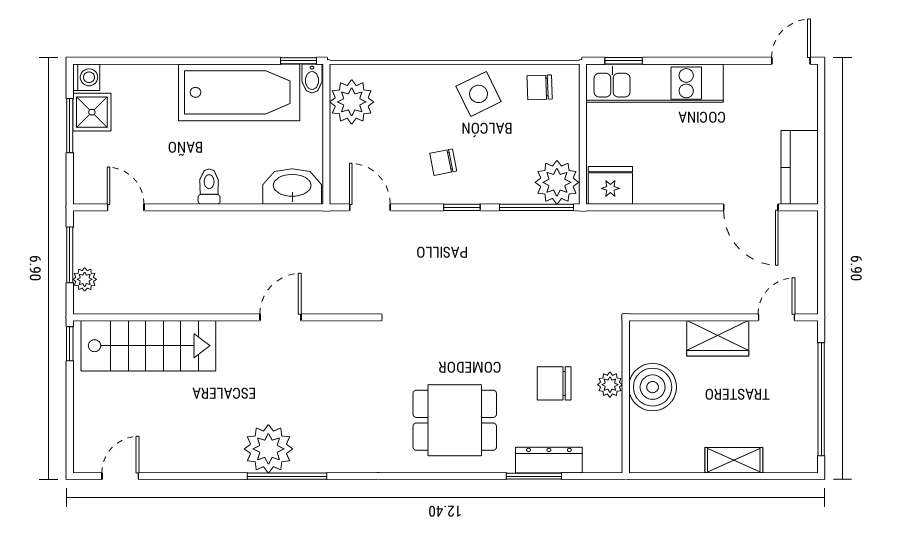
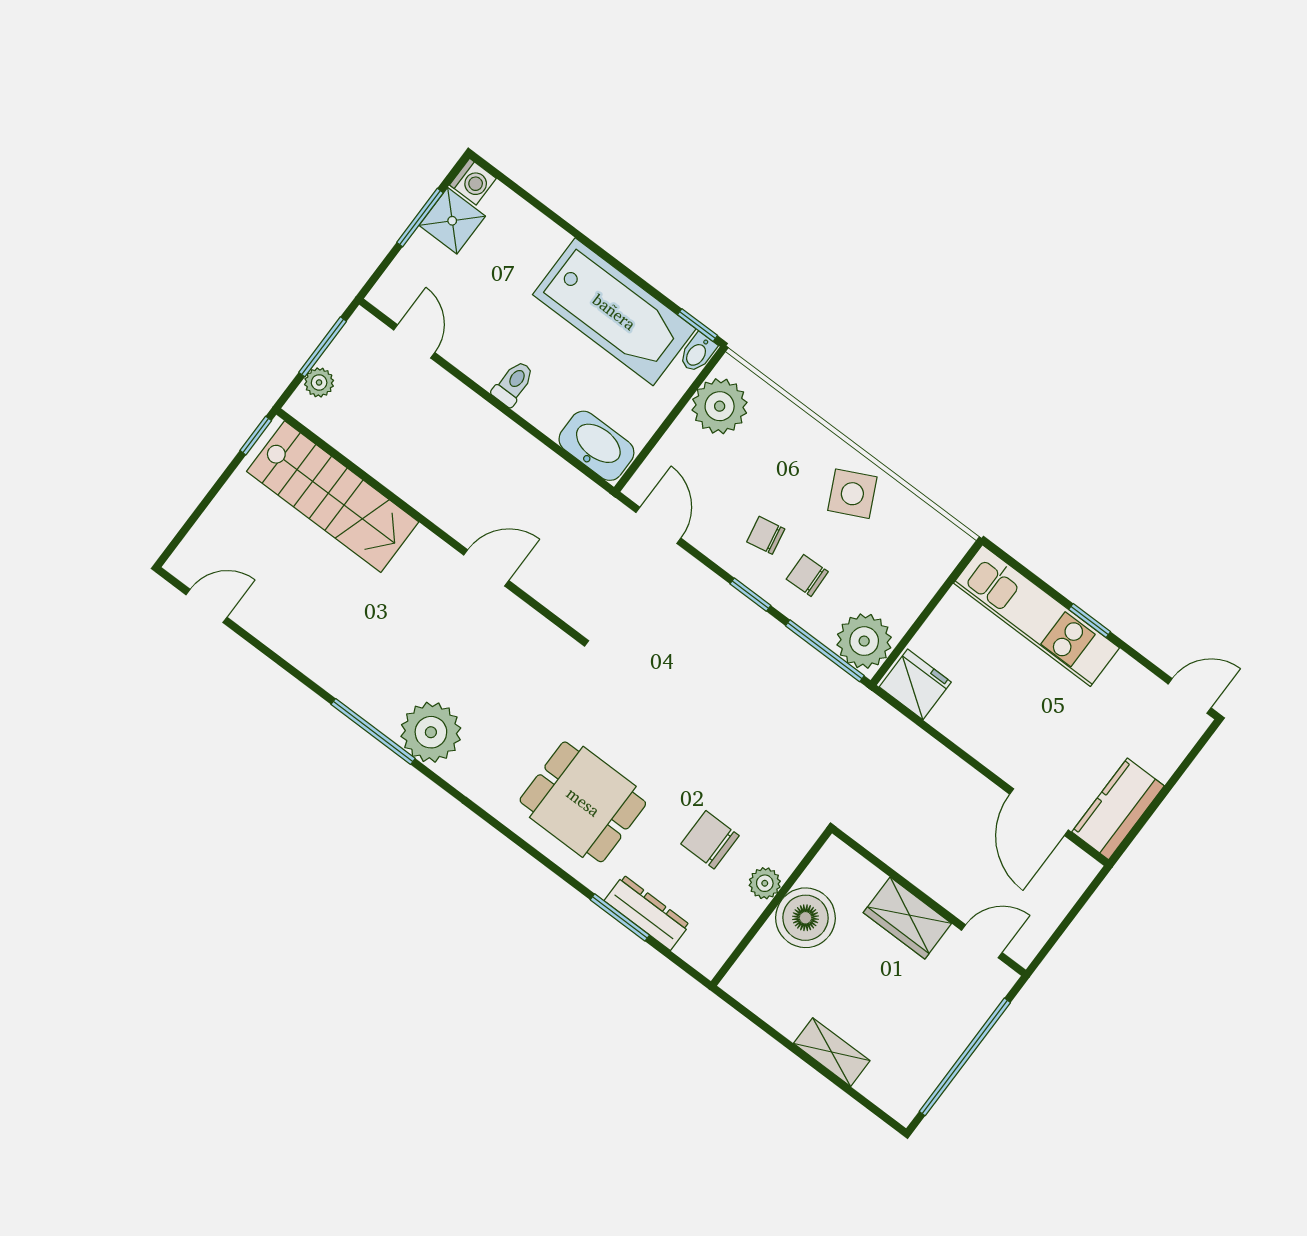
window: (624, 61) -> (1090, 621), moved
chair: (540, 87) -> (807, 575), moved
plant: (268, 449) -> (431, 732), moved

